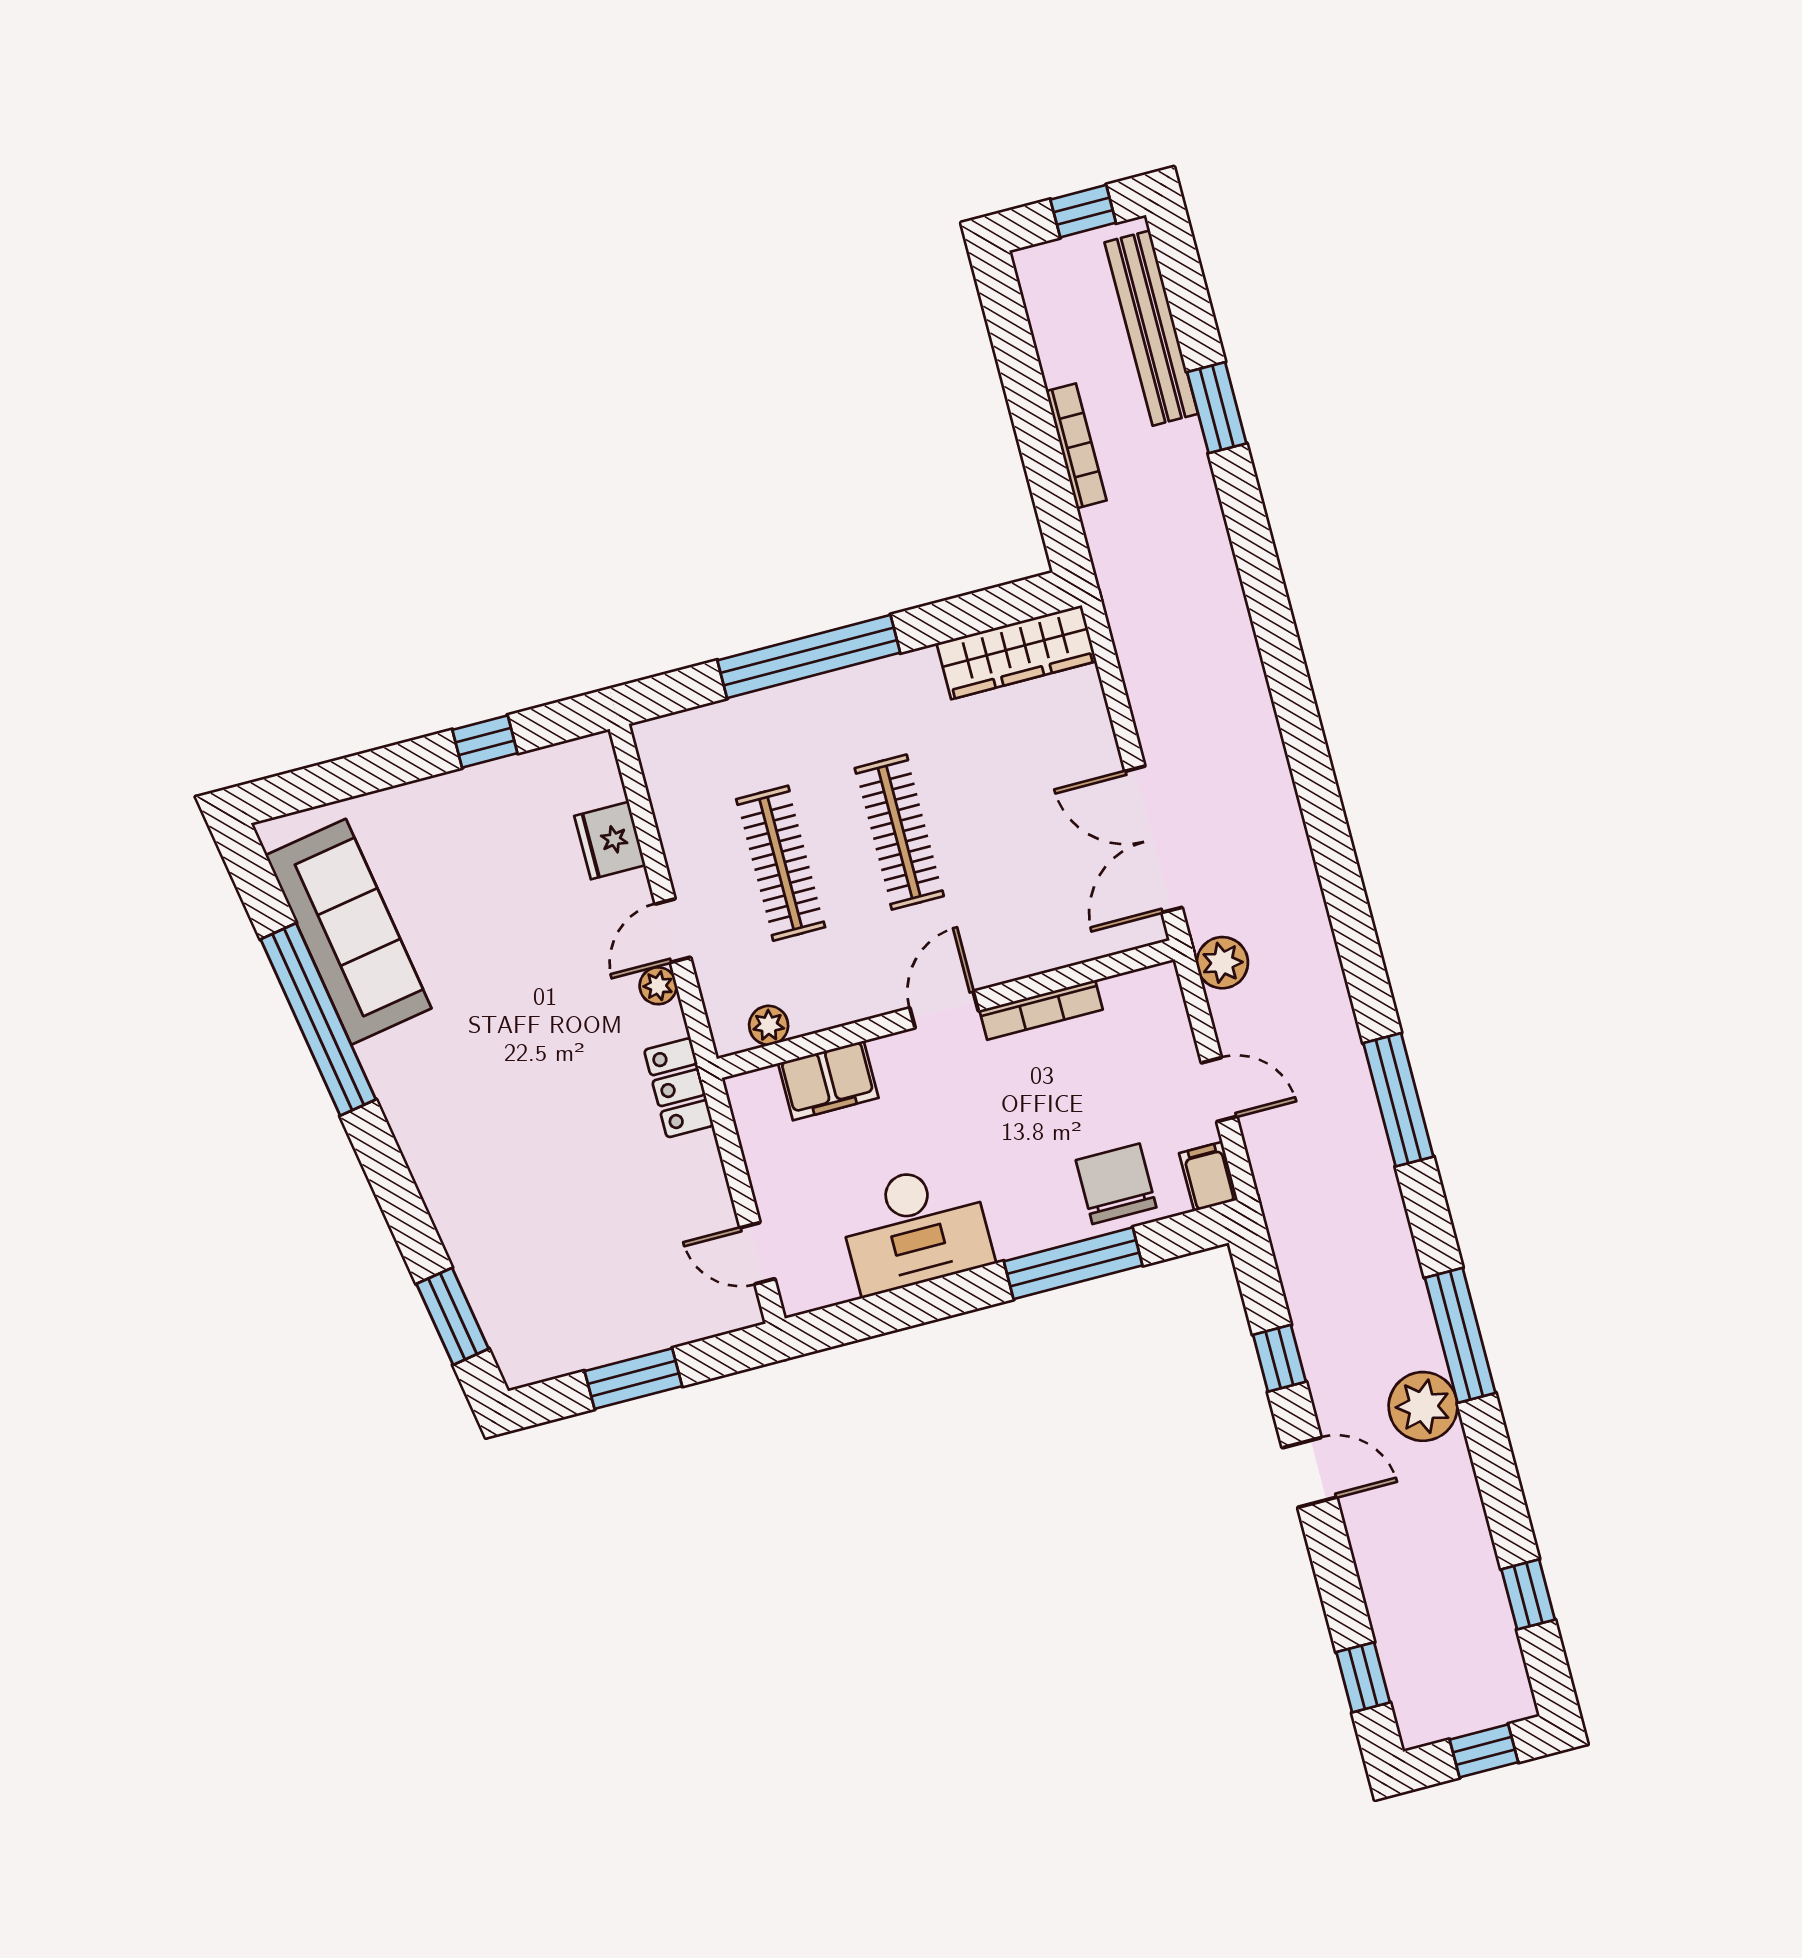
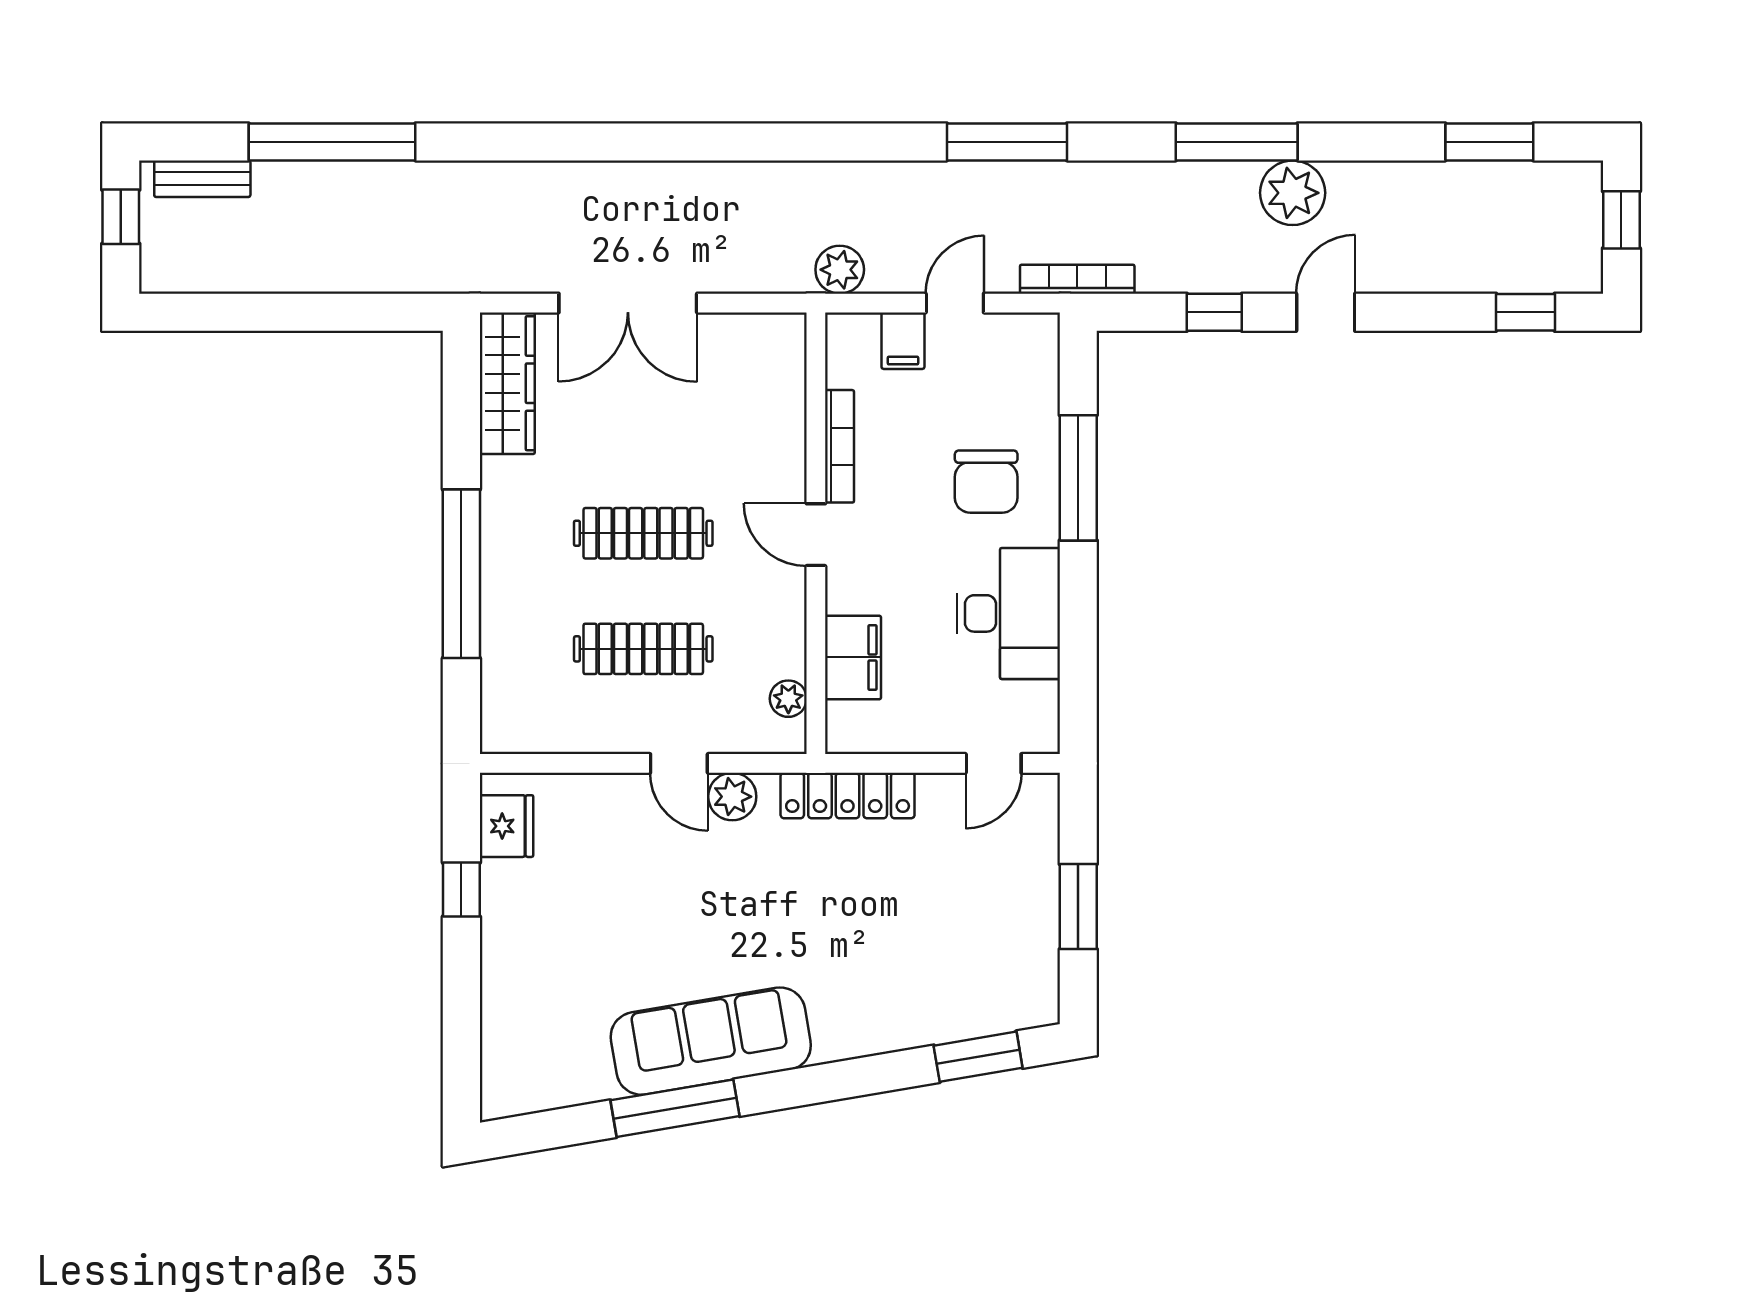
bench: (1151, 328) -> (202, 179), width x0.54, depth x0.82
window: (1217, 408) -> (332, 142), width x2.11
bookcase: (1076, 446) -> (1077, 279), moved
double door: (1153, 839) -> (628, 303), moved
fridge: (610, 840) -> (506, 826), moved, turned -90
sofa: (348, 932) -> (711, 1041), moved
plant: (658, 986) -> (732, 797), width x1.38, depth x1.38
window: (318, 1019) -> (675, 1108), width x0.68
locker: (679, 1088) -> (848, 795), width x1.53
filing cabinet: (1208, 1176) -> (903, 341), moved, turned -90
chair: (1116, 1184) -> (986, 482), moved, turned -90
window: (1528, 1594) -> (1489, 142), width x1.50

